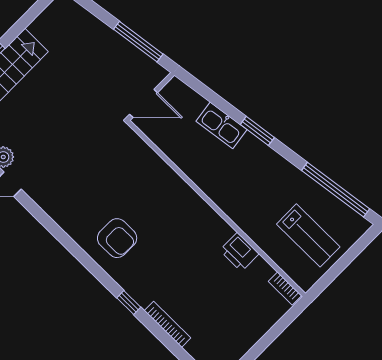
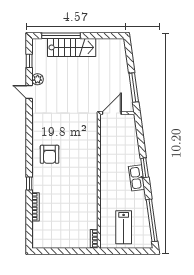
door: (144, 103) -> (112, 113), swing flipped
kitchen sink: (221, 125) -> (137, 178), moved
printer: (239, 252) -> (91, 207), removed

